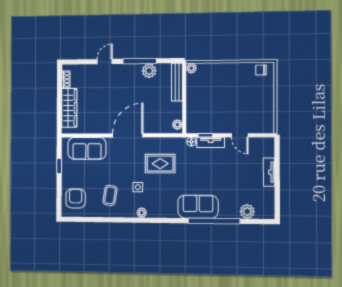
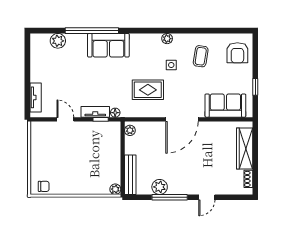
tv unit: (269, 172) -> (36, 97), moved

